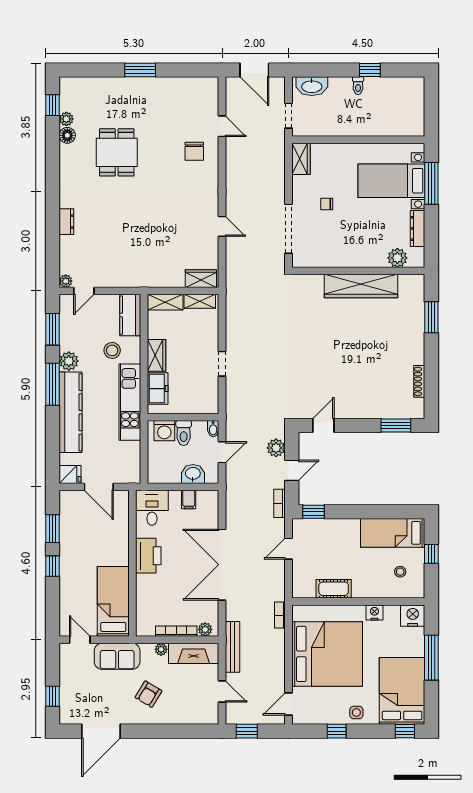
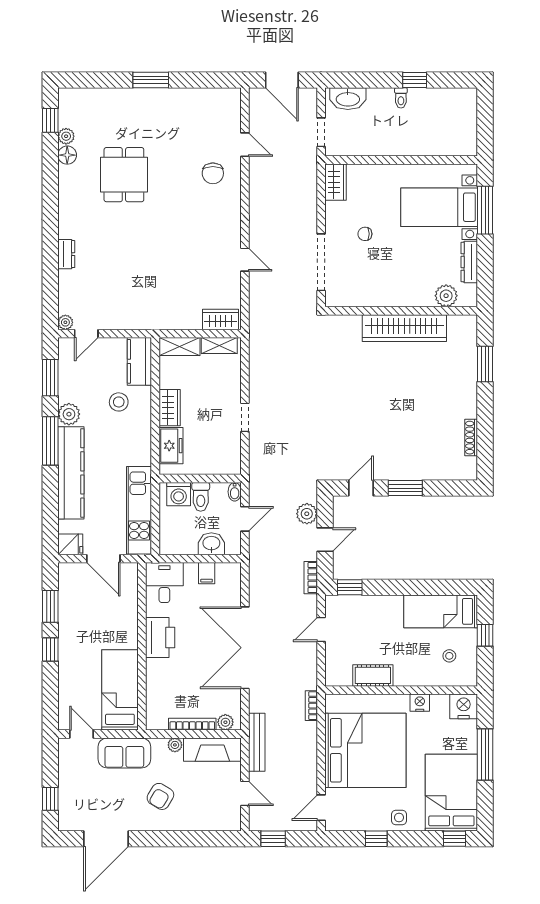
kitchen unit: (130, 402) -> (139, 510), moved
window: (396, 425) -> (405, 488), moved

